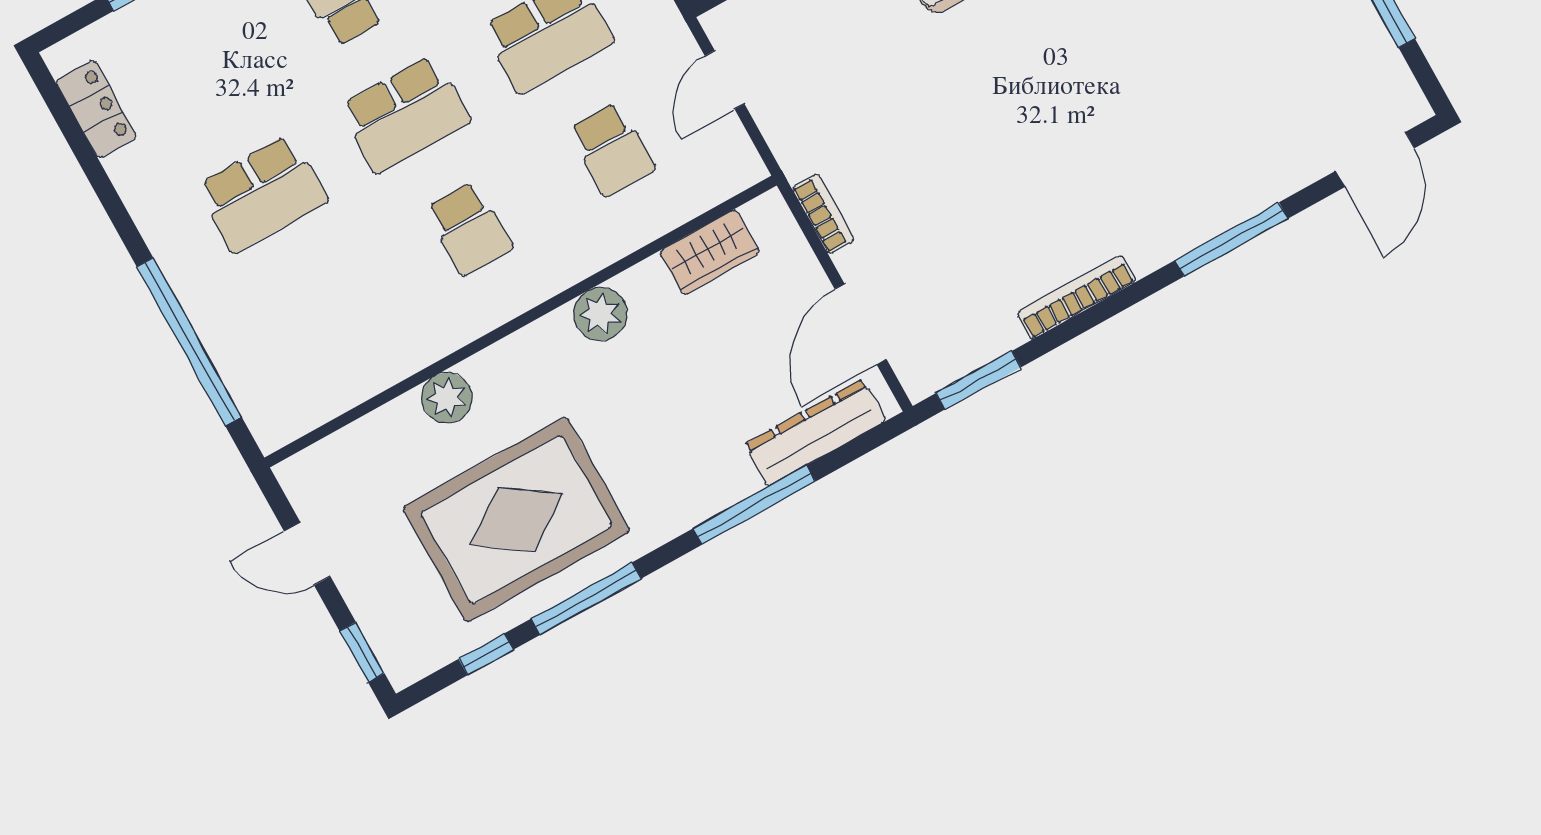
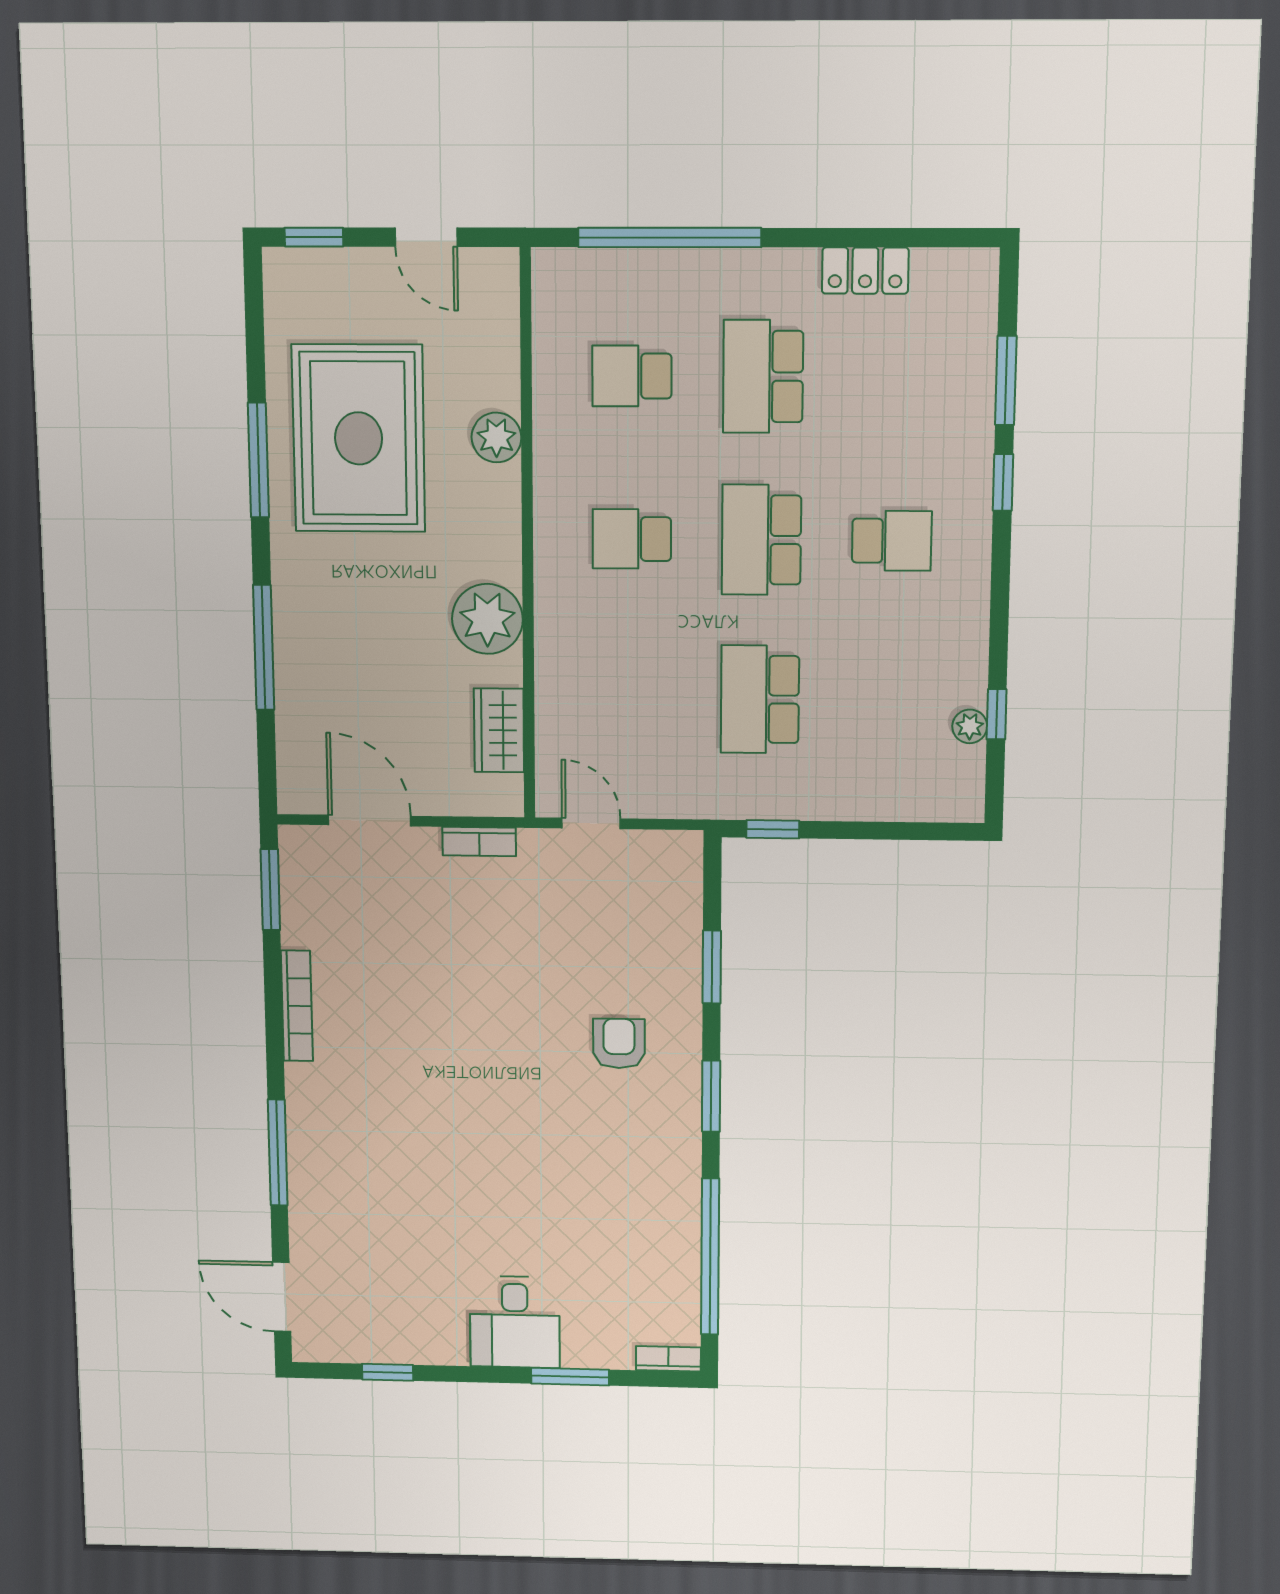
door: (725, 80) -> (591, 823), moved
locker: (96, 109) -> (865, 271), moved
school desk: (612, 149) -> (632, 376), moved
plant: (600, 314) -> (487, 619), width x1.36, depth x1.36
dresser: (815, 433) -> (298, 733), removed
door: (307, 554) -> (426, 237), swing flipped
window: (486, 654) -> (255, 346), removed

